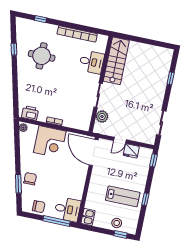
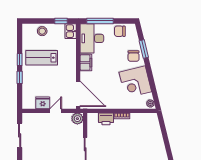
printer: (30, 113) -> (106, 119), moved
plant: (102, 117) -> (77, 119), moved
corner desk: (50, 142) -> (135, 82), moved, turned -104
window: (153, 160) -> (20, 77), moved
filing cabinet: (79, 182) -> (86, 63), added
desk: (67, 209) -> (92, 38), width x1.37
window: (121, 234) -> (61, 21), moved

